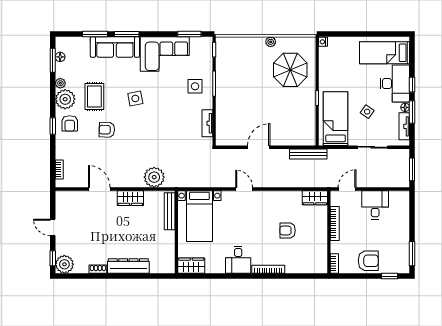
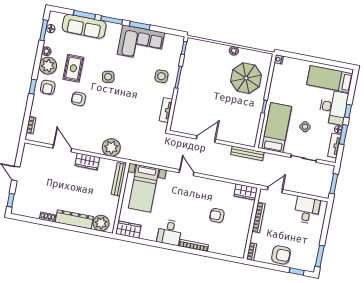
window: (189, 34) -> (140, 26), moved
sofa: (115, 47) -> (84, 26), moved
desk: (375, 205) -> (307, 210), moved
plant: (64, 264) -> (101, 223), moved

